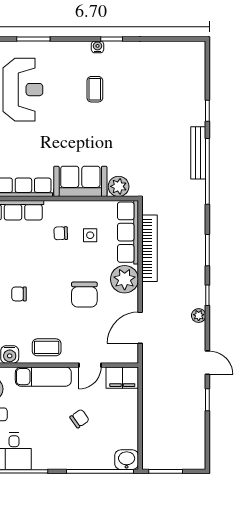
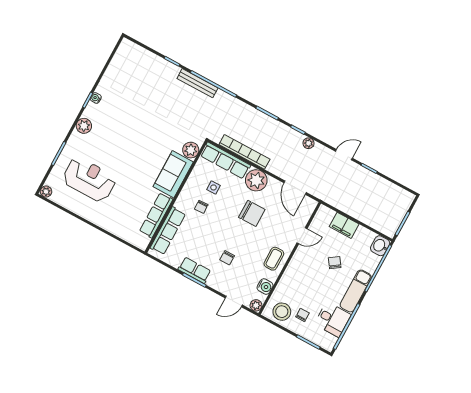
water cooler: (98, 47) -> (96, 98), moved
plant: (80, 51) -> (84, 126), added
coffee table: (95, 89) -> (116, 130), removed
door: (90, 365) -> (302, 236), hinge flipped
exam couch: (43, 377) -> (356, 291), moved, turned 180
filing cabinet: (122, 378) -> (344, 225), moved, turned 90

